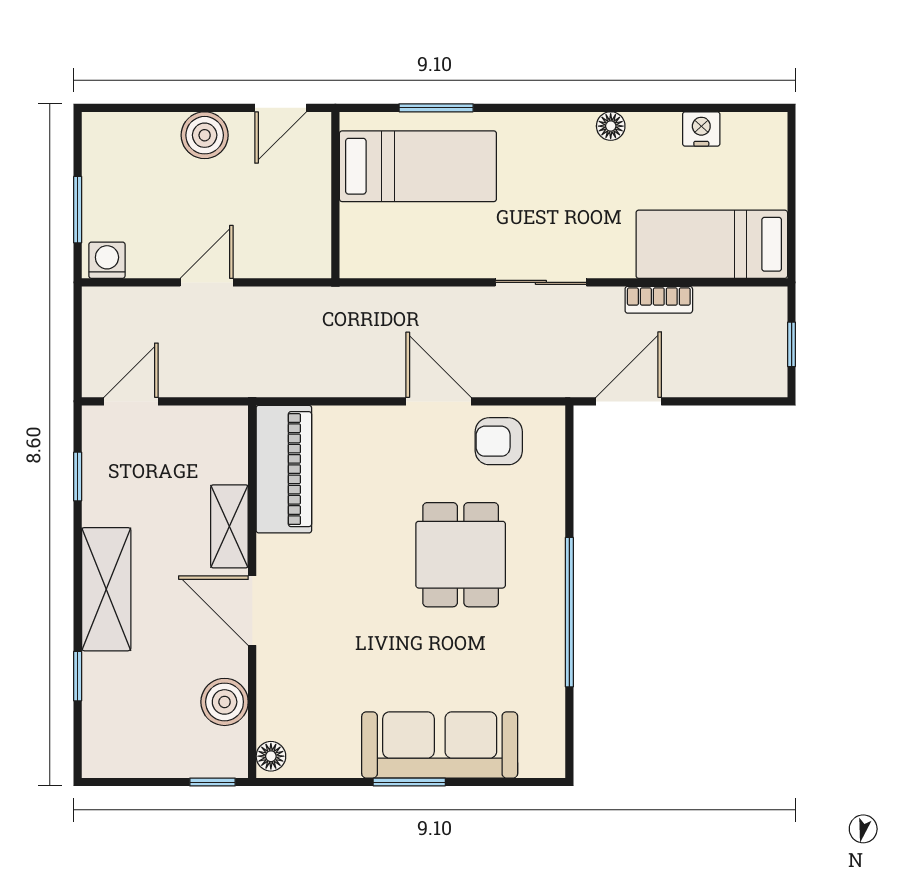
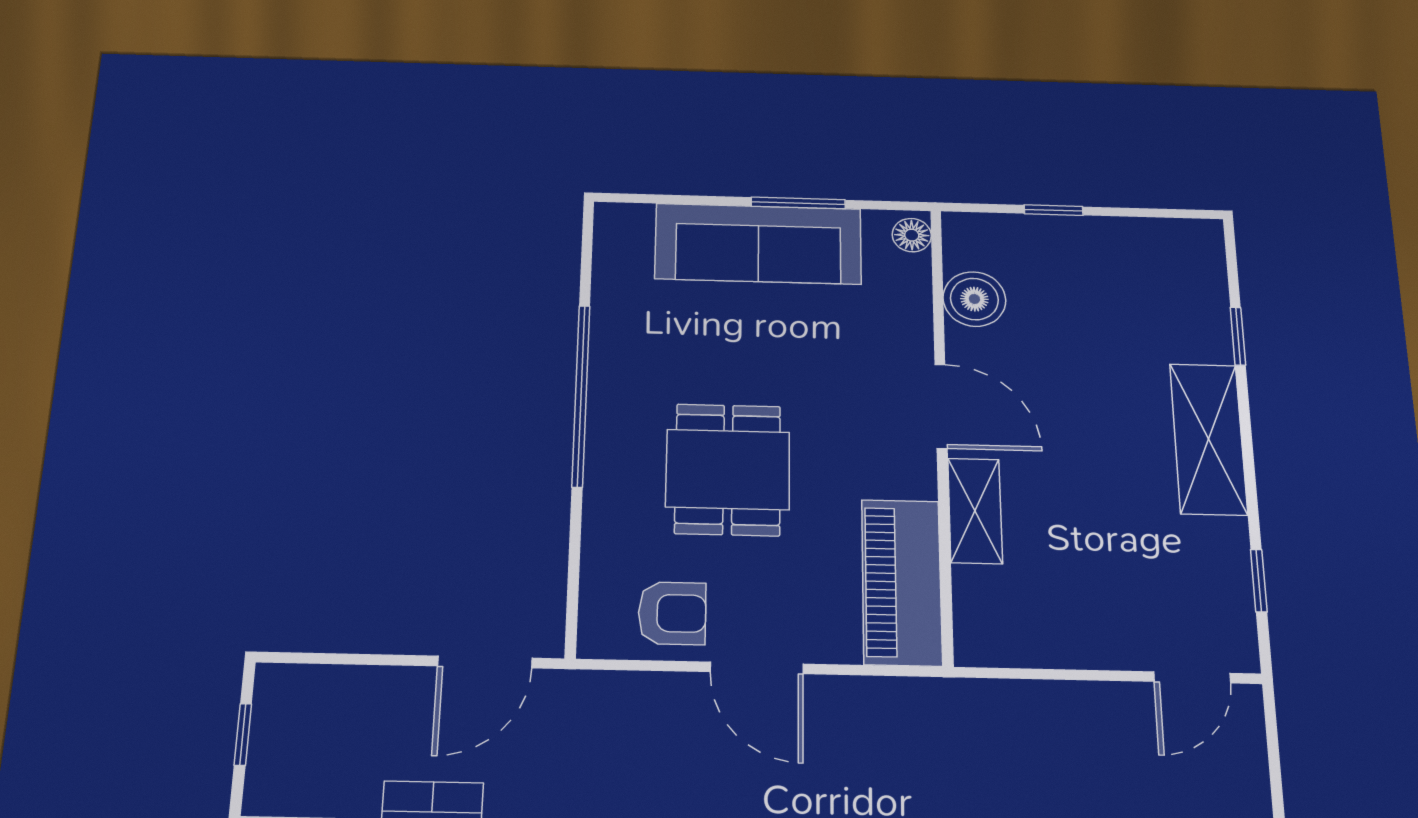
piano: (284, 469) -> (902, 582), moved
shelving: (229, 526) -> (975, 511), moved
wall: (252, 592) -> (942, 429), moved
door: (252, 611) -> (941, 406), moved
boiler: (225, 702) -> (974, 299), moved
floor lamp: (271, 756) -> (912, 235), moved

